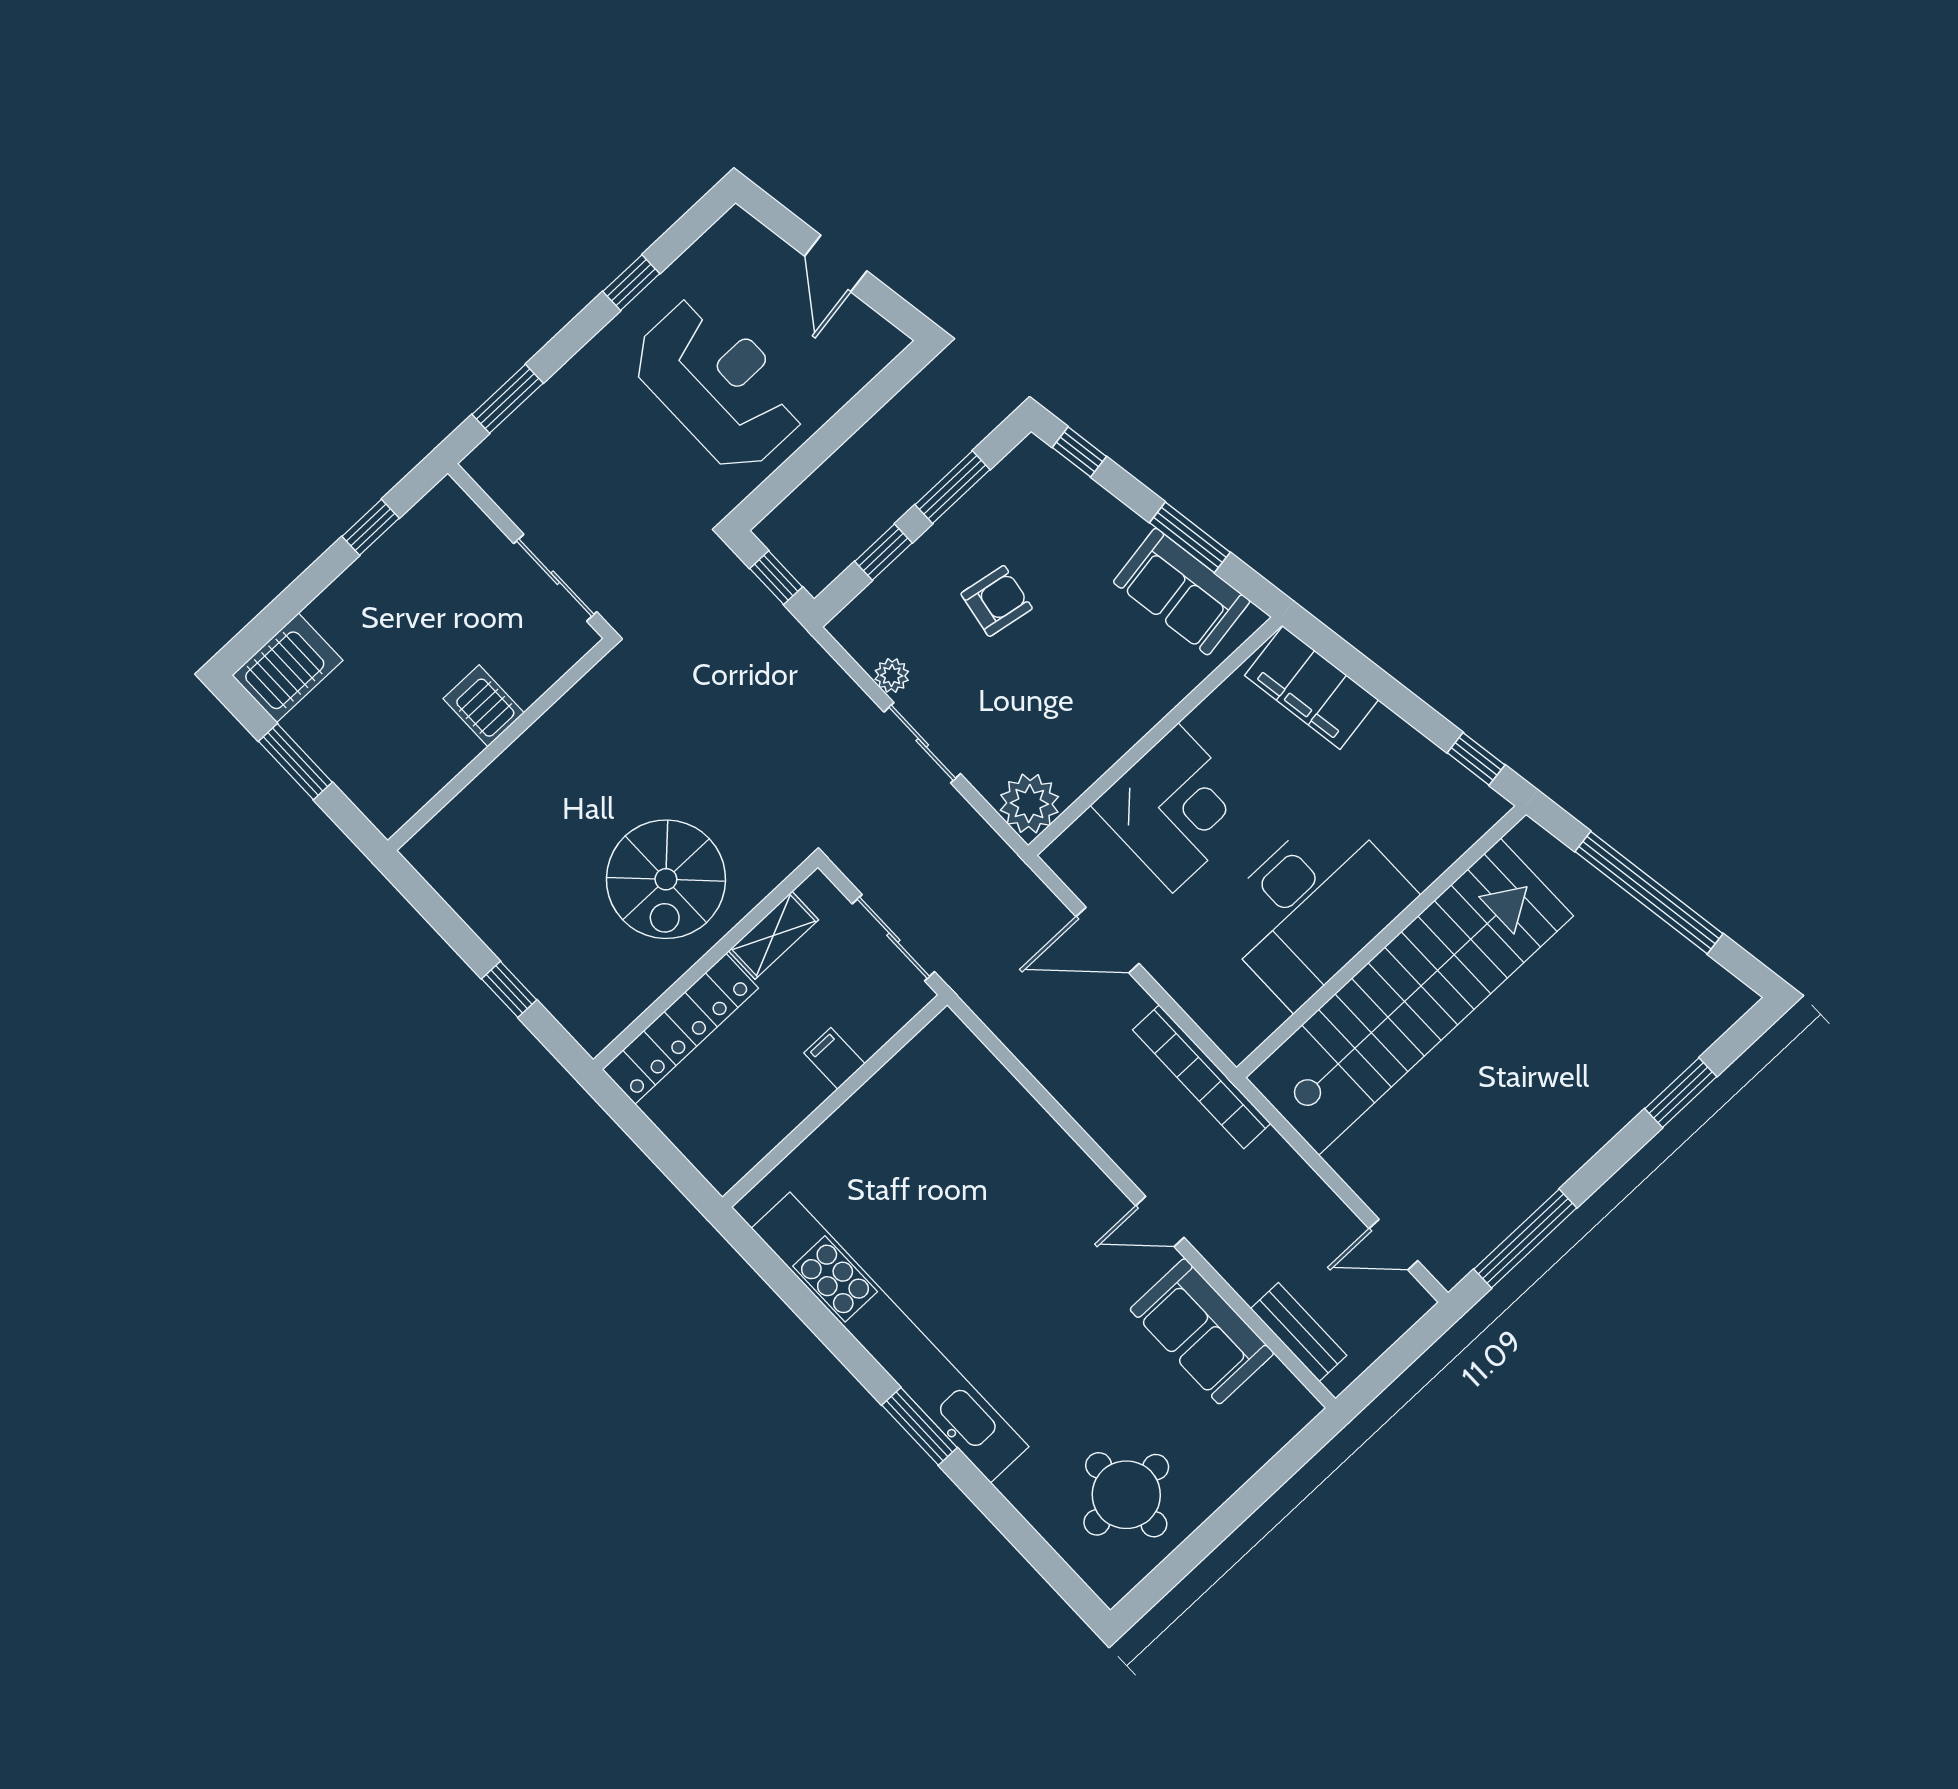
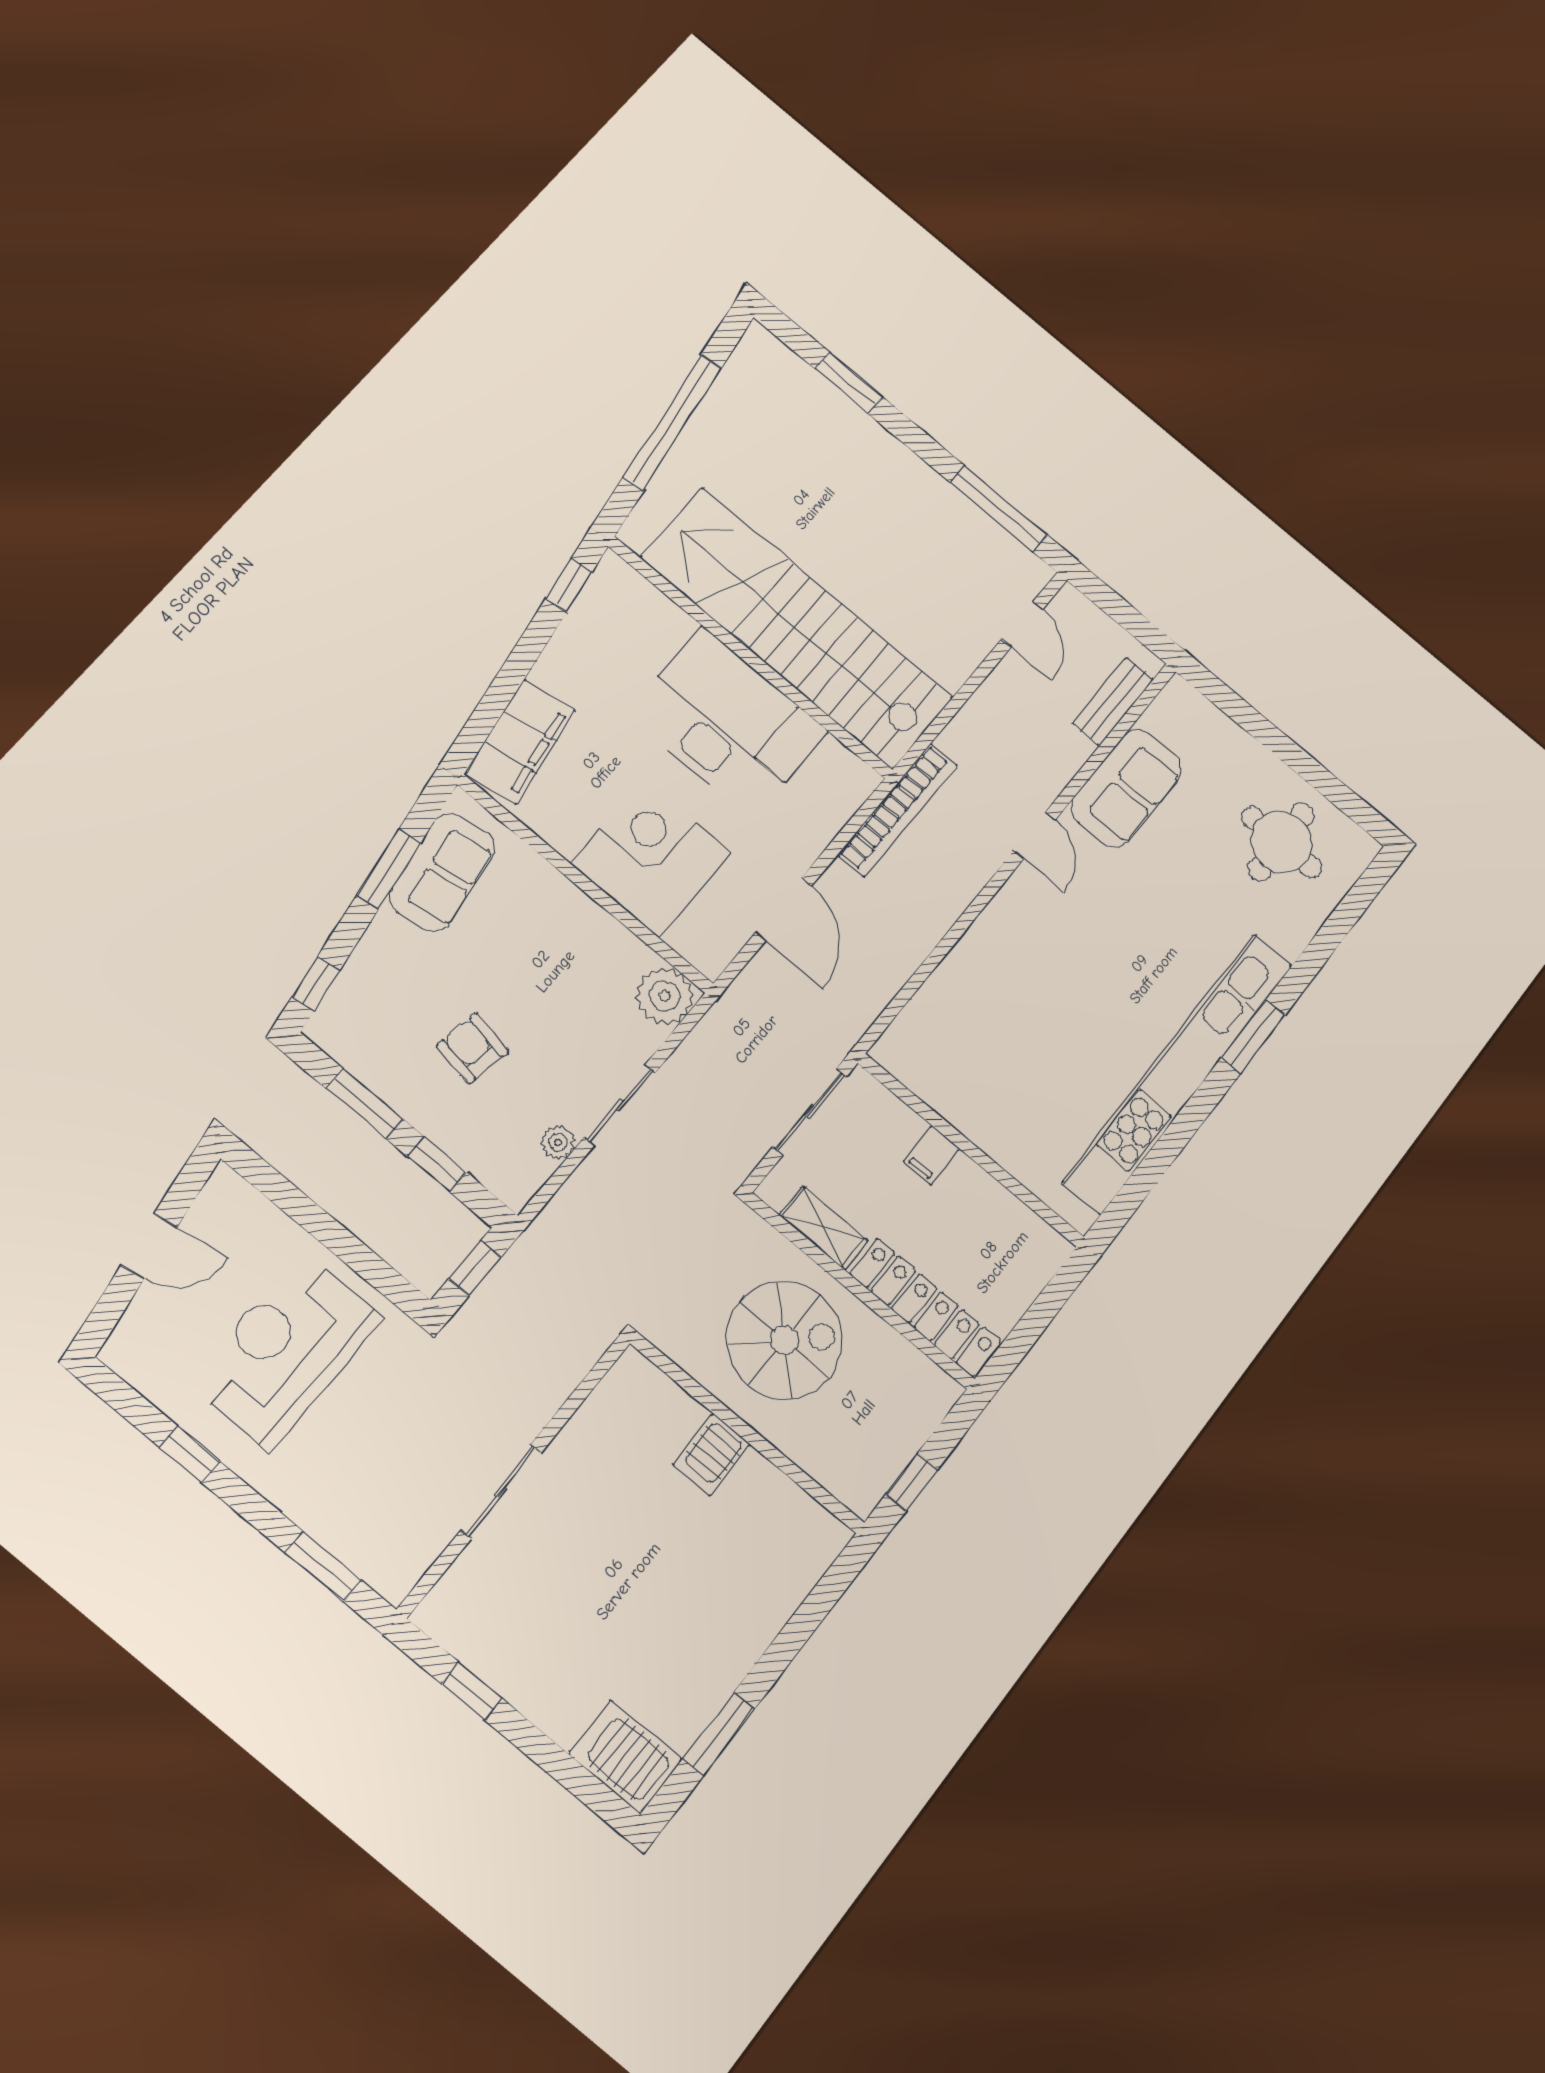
server rack: (483, 706) -> (712, 1455), moved
wall: (500, 744) -> (747, 1433), moved

